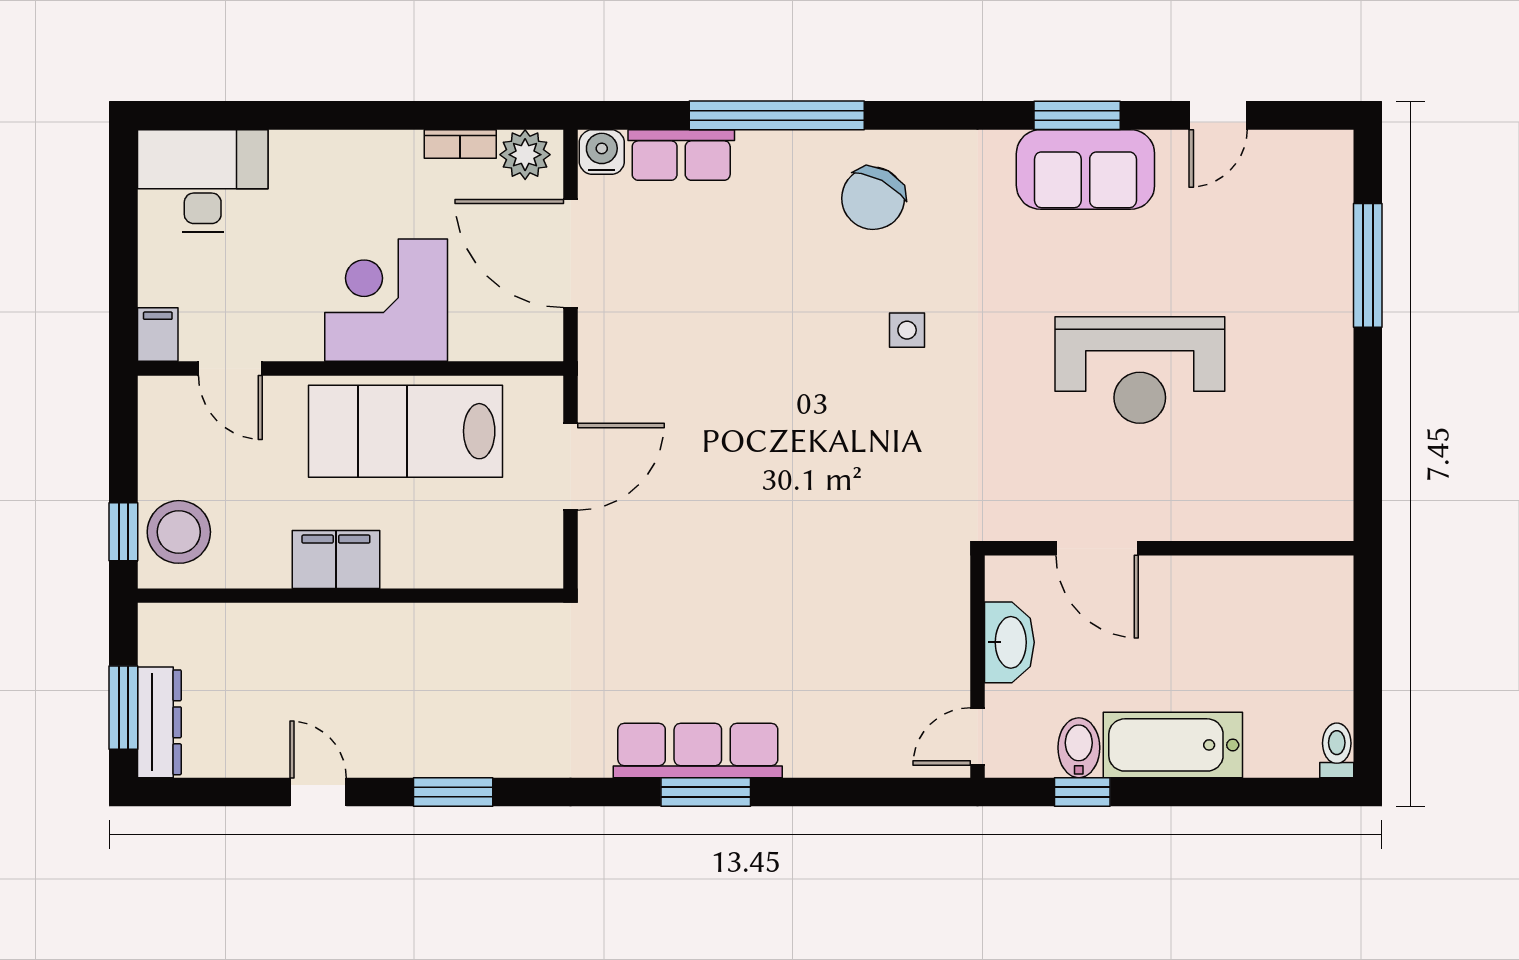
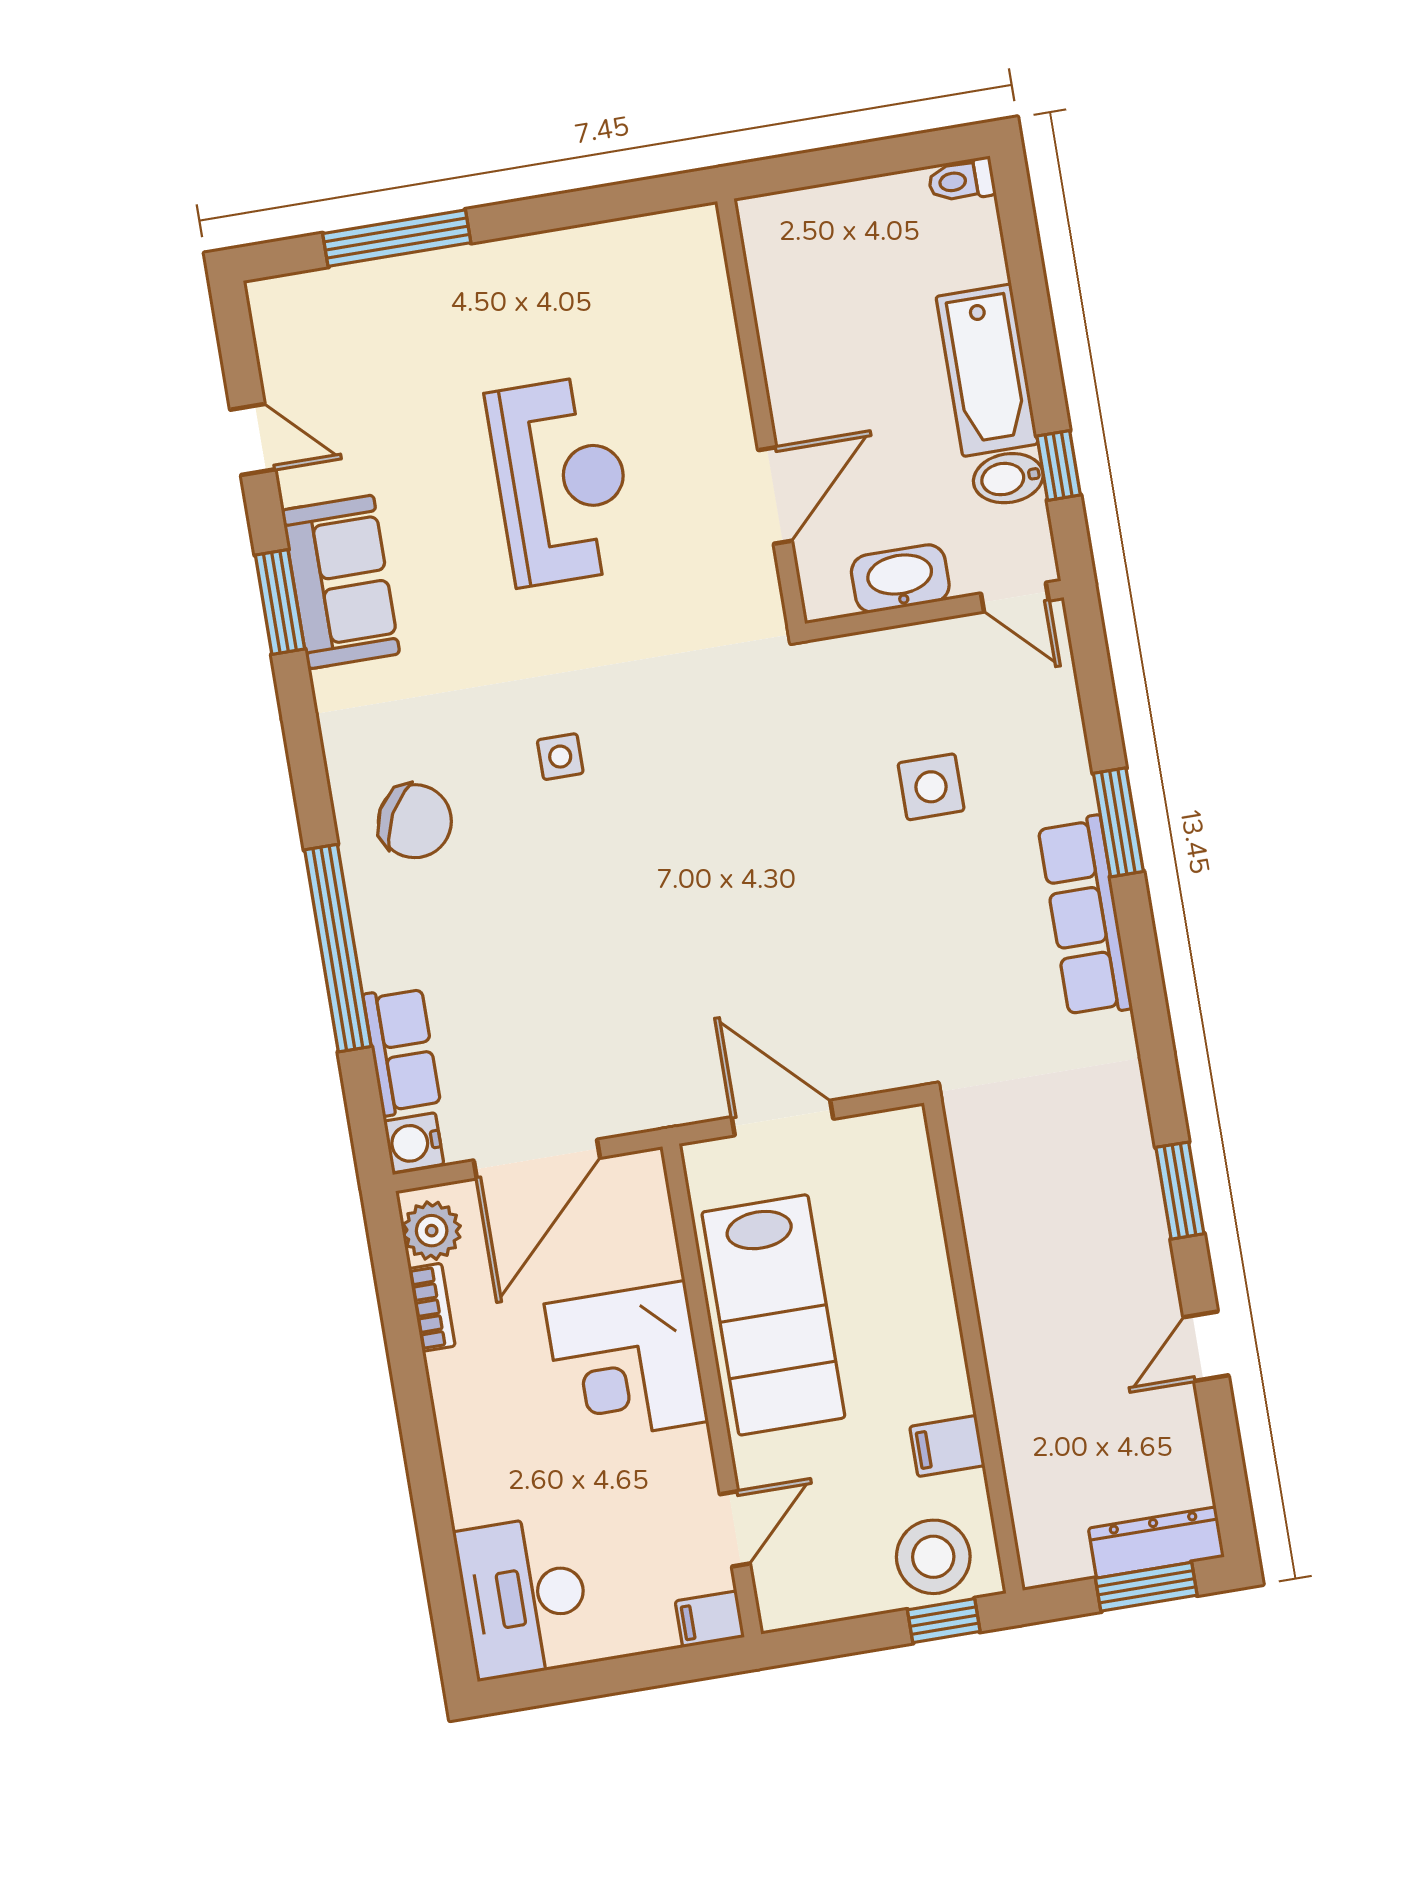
filing cabinet: (336, 559) -> (947, 1446), moved, width x0.50
side table: (829, 639) -> (931, 787), added
window: (706, 792) -> (1118, 822), moved

